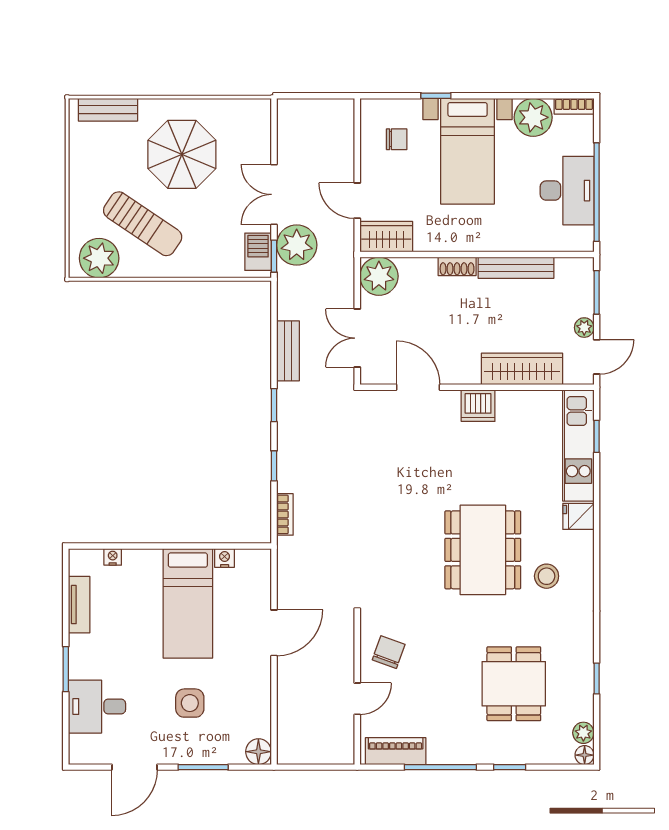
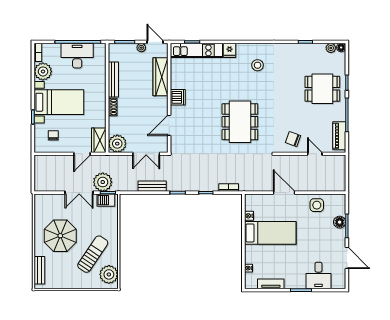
dining table: (483, 550) -> (240, 122), moved, turned 90
dining table: (514, 684) -> (322, 89), moved
side table: (190, 703) -> (317, 205), moved
floor lamp: (258, 752) -> (340, 222), moved

